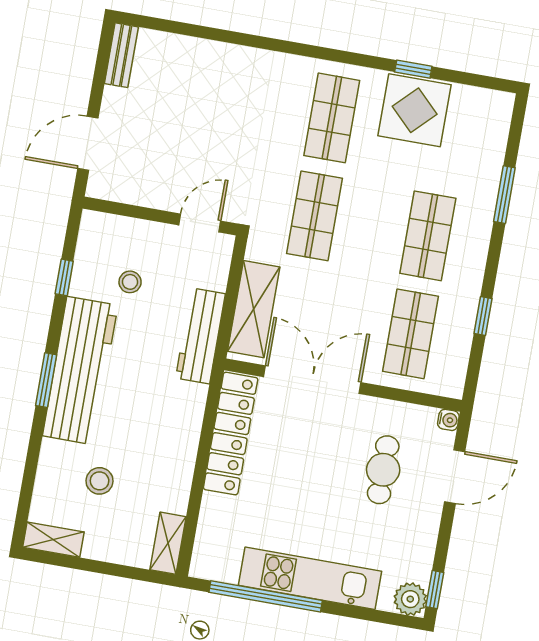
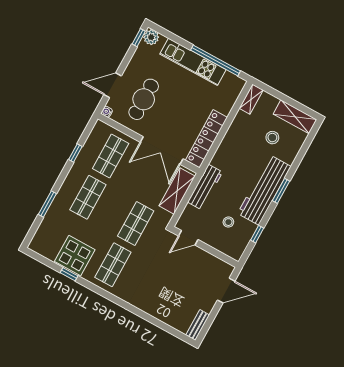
cafe table: (383, 470) -> (144, 99), width x1.37, depth x1.35
shelving: (53, 540) -> (295, 117), width x1.50, depth x1.33

